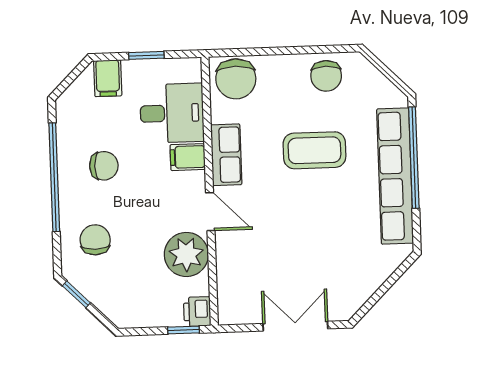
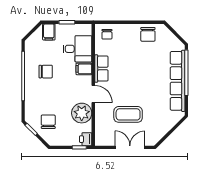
chair: (236, 79) -> (107, 34), width x0.54, depth x0.54
coffee table: (314, 150) -> (128, 114), moved
chair: (95, 240) -> (48, 122), moved

